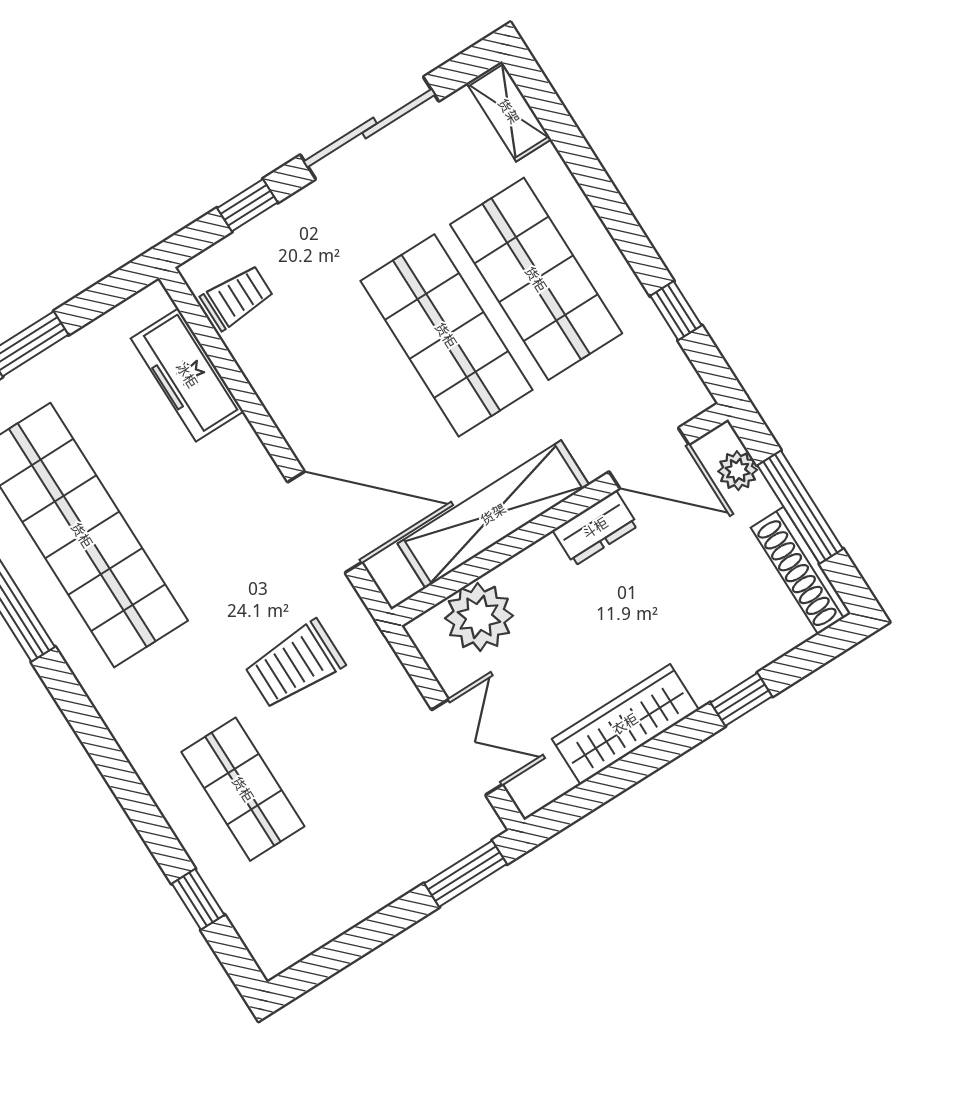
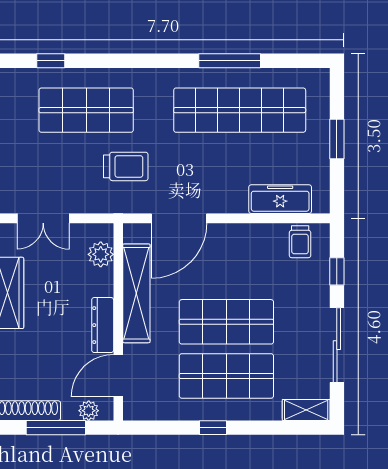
window: (676, 311) -> (213, 428), moved
dresser: (595, 528) -> (103, 325), width x1.44
plant: (479, 617) -> (101, 254), width x0.73, depth x0.73
trolley: (295, 665) -> (126, 166), turned 90
shop shelf: (243, 789) -> (86, 110), width x1.43, depth x1.36

